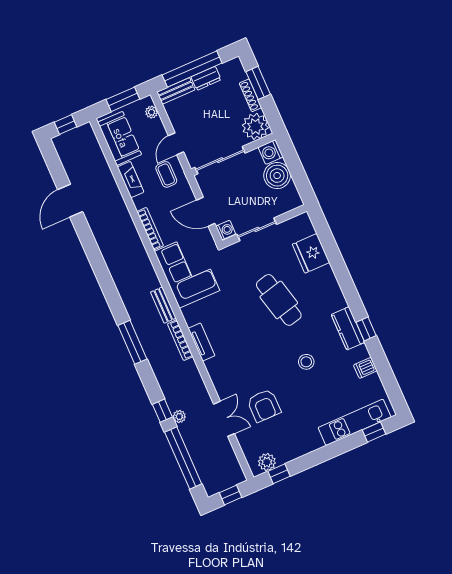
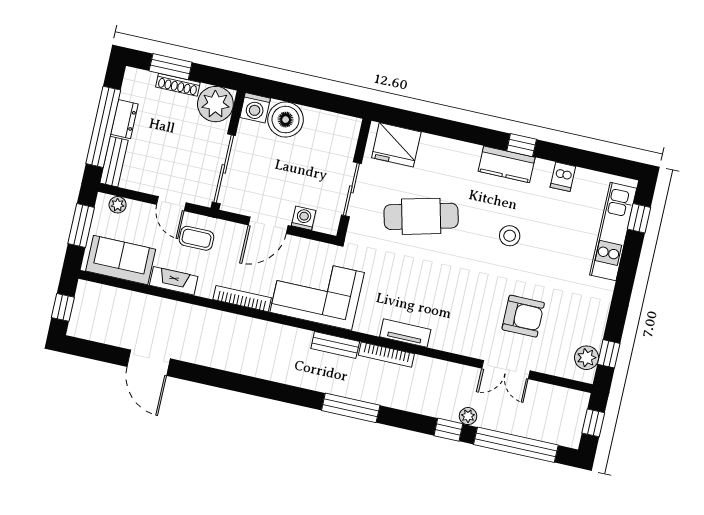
wall: (265, 226) -> (354, 178), moved
sliding door: (257, 229) -> (351, 189), moved
double door: (224, 419) -> (506, 370), swing flipped

